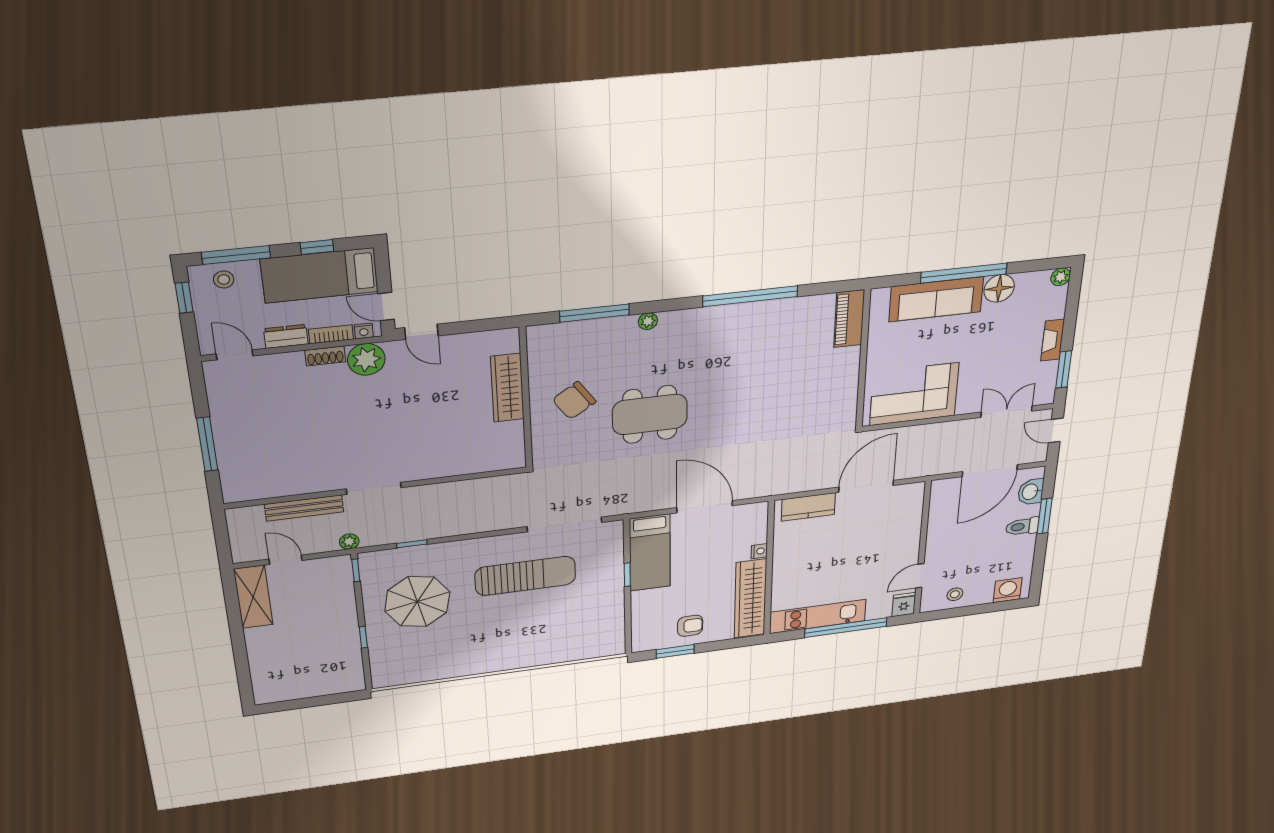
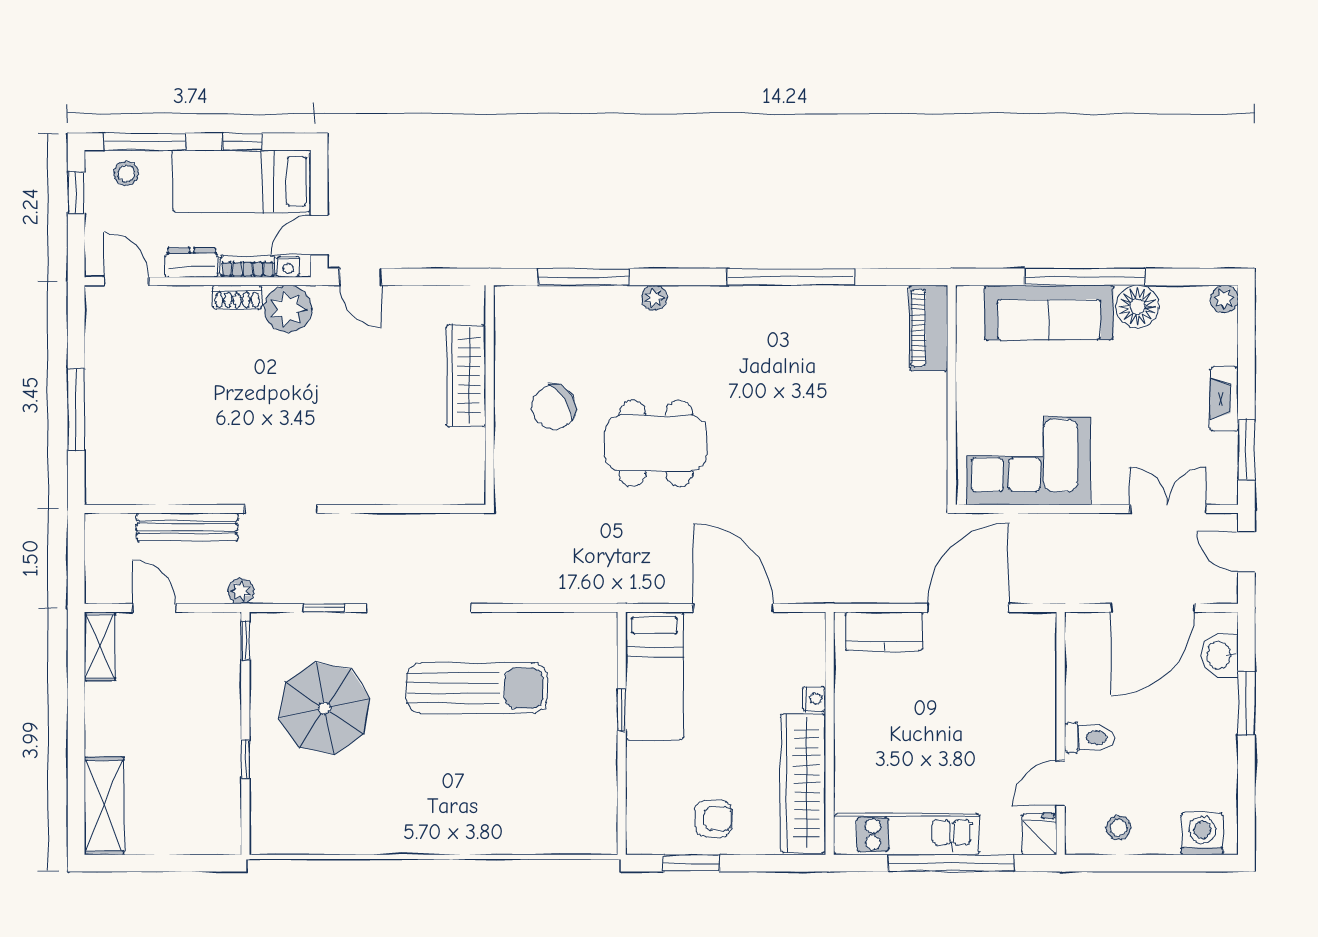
door: (386, 307) -> (319, 235), hinge flipped
doorway: (564, 524) -> (419, 608), moved
toilet: (1022, 527) -> (1090, 738), moved, turned 180
shelving: (253, 597) -> (100, 646), width x0.67, depth x0.75
shelving: (265, 677) -> (104, 806), added

